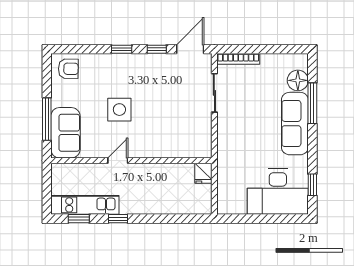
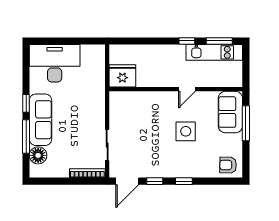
fridge: (203, 173) -> (122, 76), width x1.88, depth x1.34
window: (312, 185) -> (26, 103), moved
window: (79, 219) -> (219, 41), width x1.50

